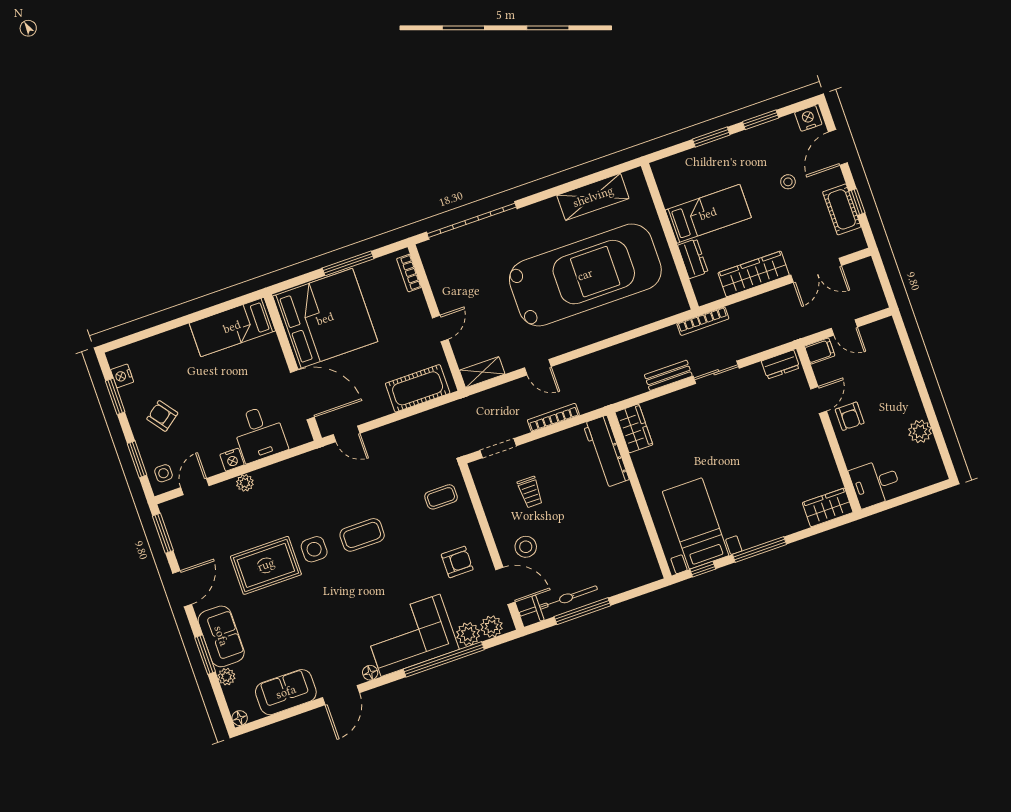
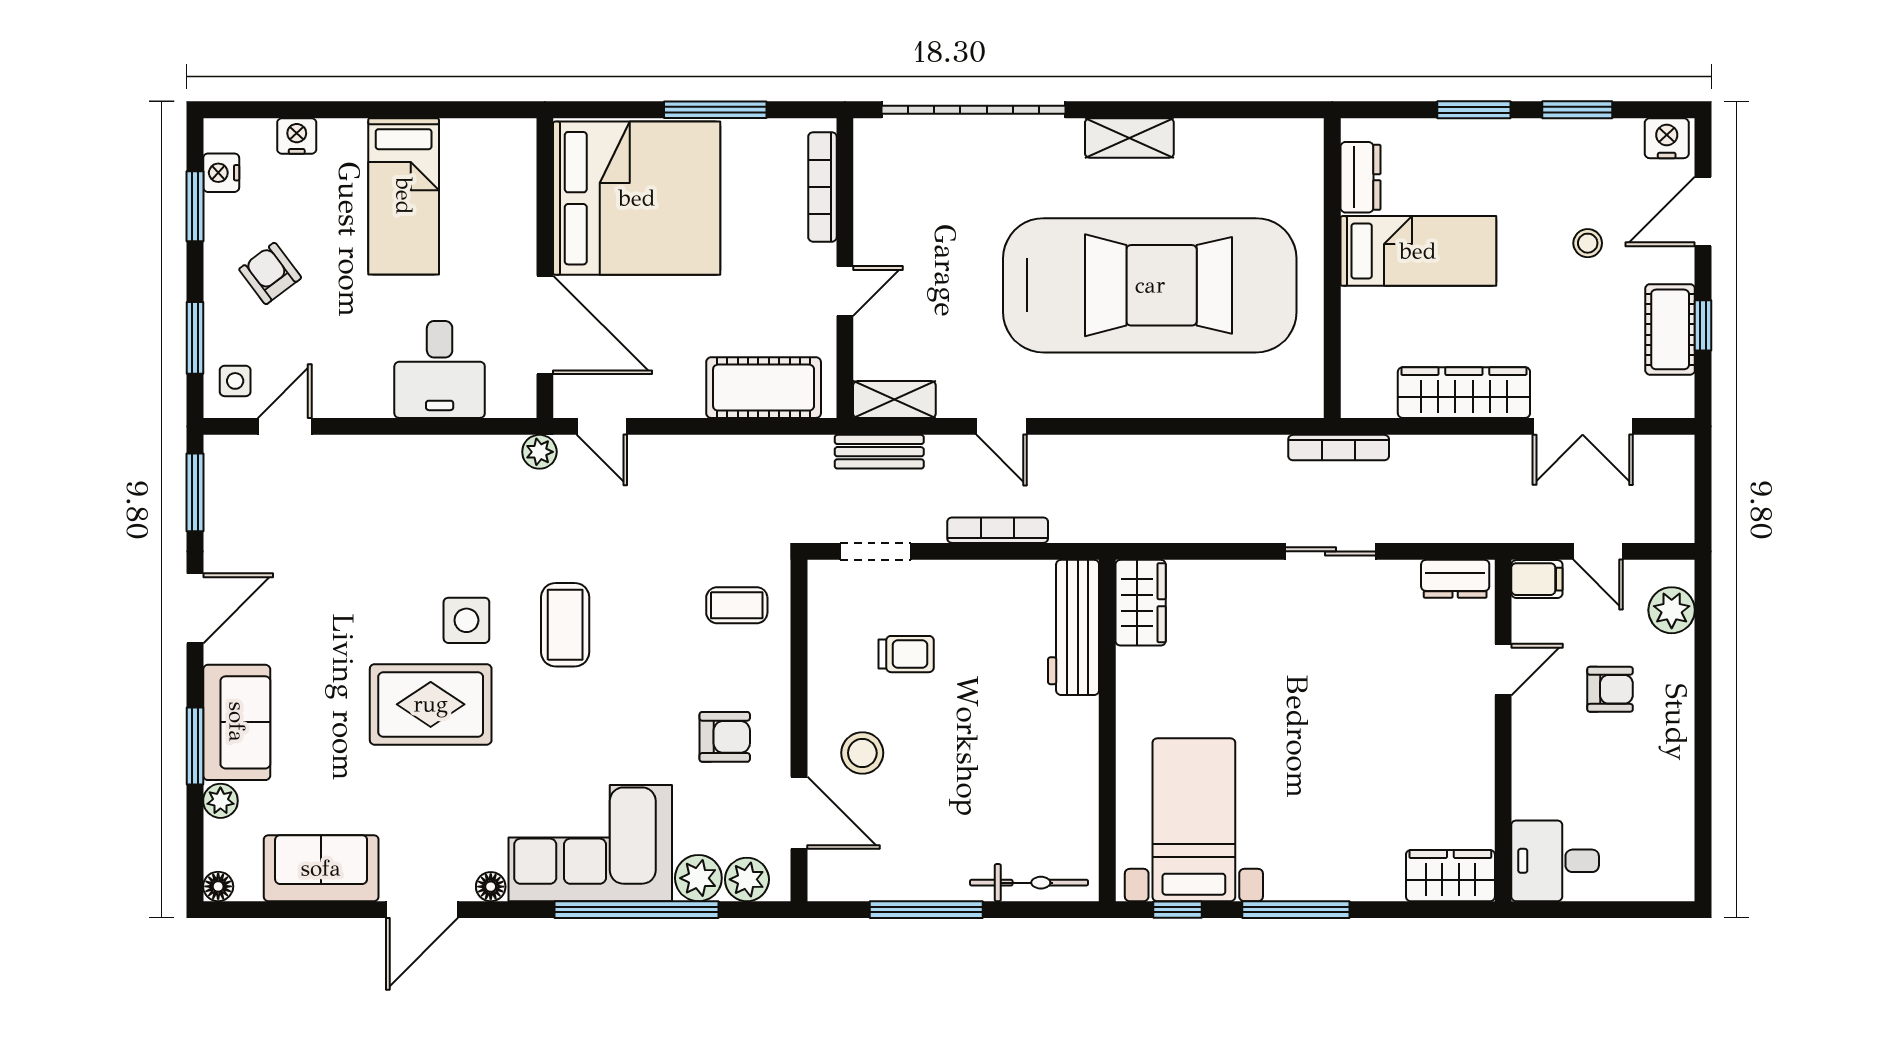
shelving: (593, 197) -> (1129, 138), moved, width x0.67, depth x0.75
dresser: (693, 259) -> (1361, 177), moved
bookcase: (409, 273) -> (822, 187), width x1.56
bed: (232, 327) -> (404, 196), moved, turned -90
bench: (668, 375) -> (879, 452), moved
armchair: (850, 416) -> (1610, 689), moved, turned -90
plant: (920, 431) -> (1672, 610), moved
nightstand: (232, 460) -> (297, 136), moved, turned 180
plant: (245, 483) -> (539, 452), moved
trolley: (530, 492) -> (906, 654), turned -90
coffee table: (362, 535) -> (565, 625), turned 90
rug: (266, 565) -> (431, 704), moved
bicycle: (558, 601) -> (1029, 883), moved, width x0.73, depth x0.71

